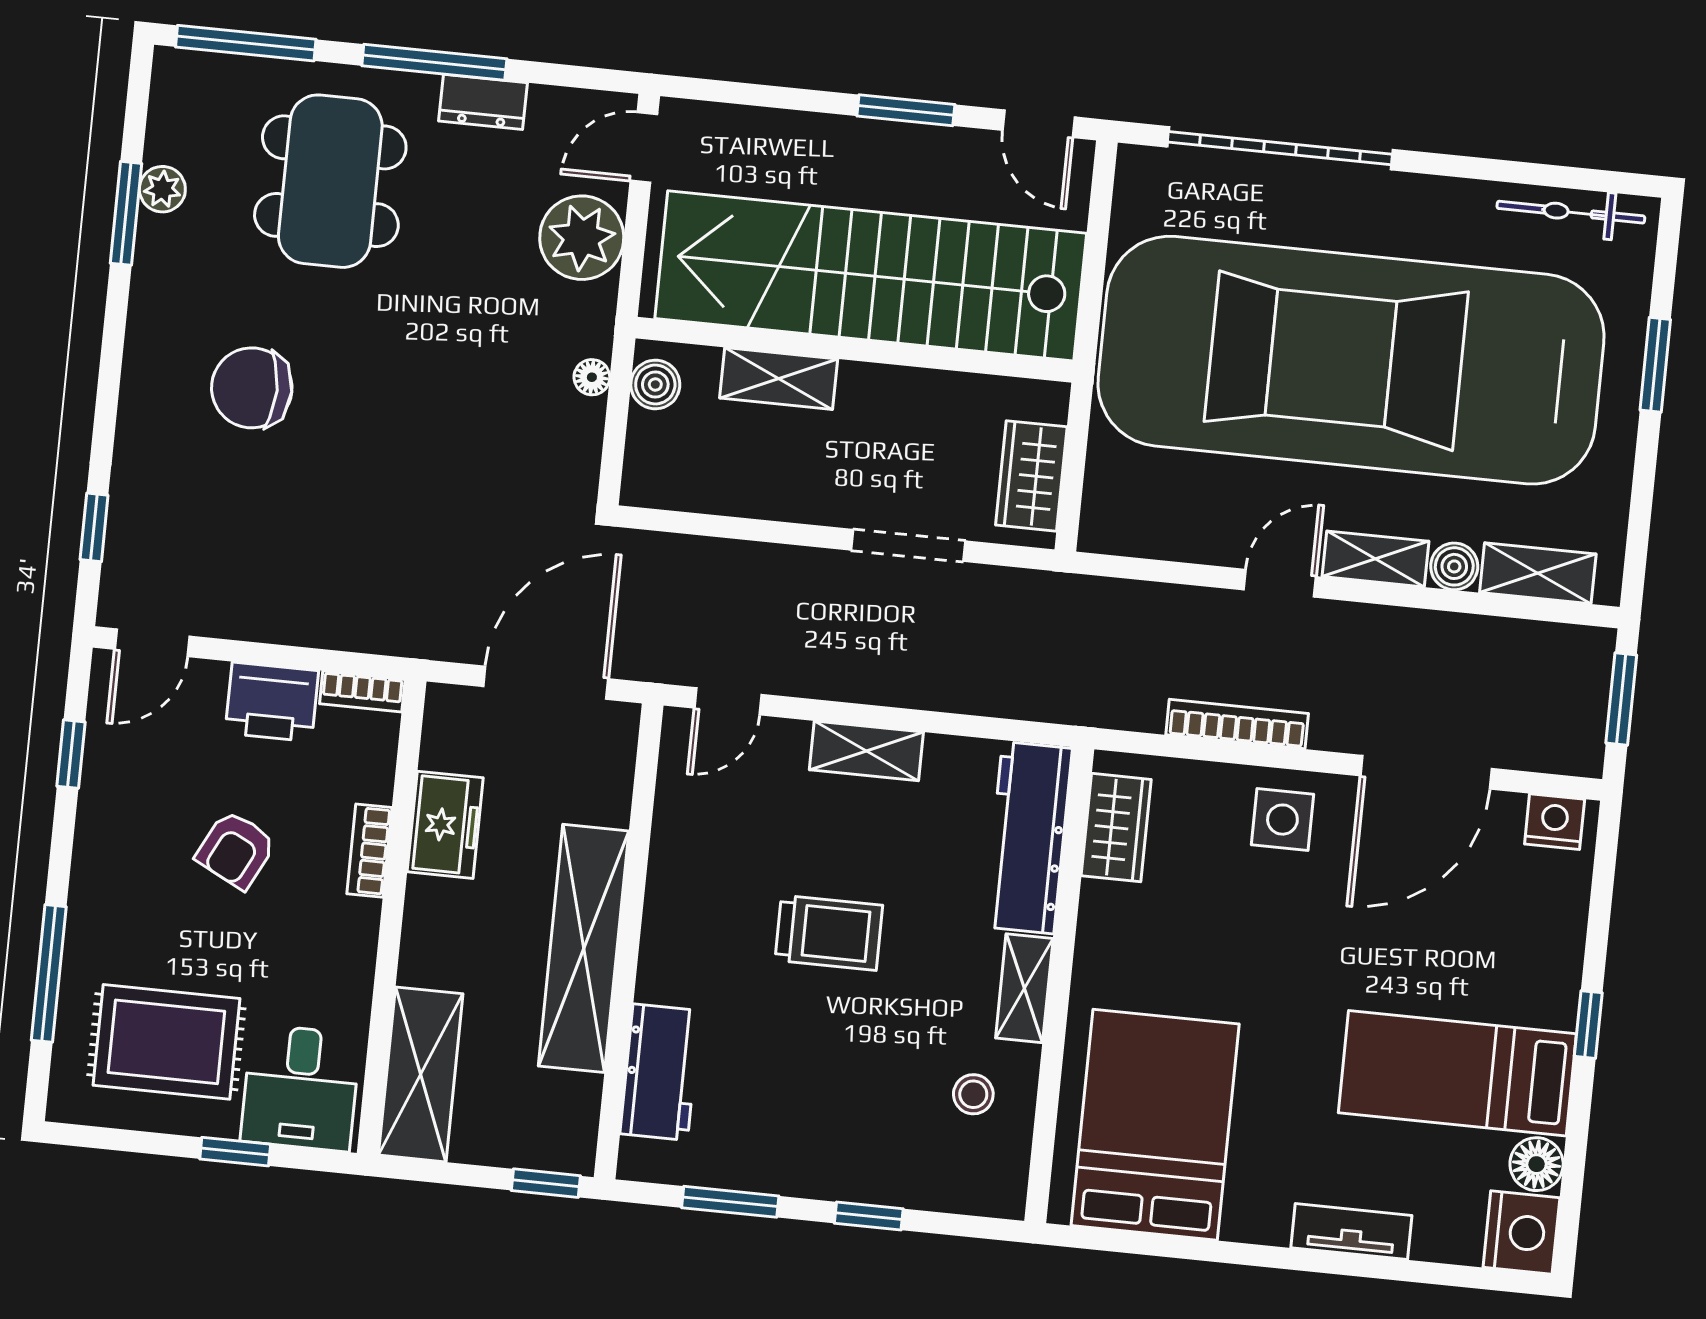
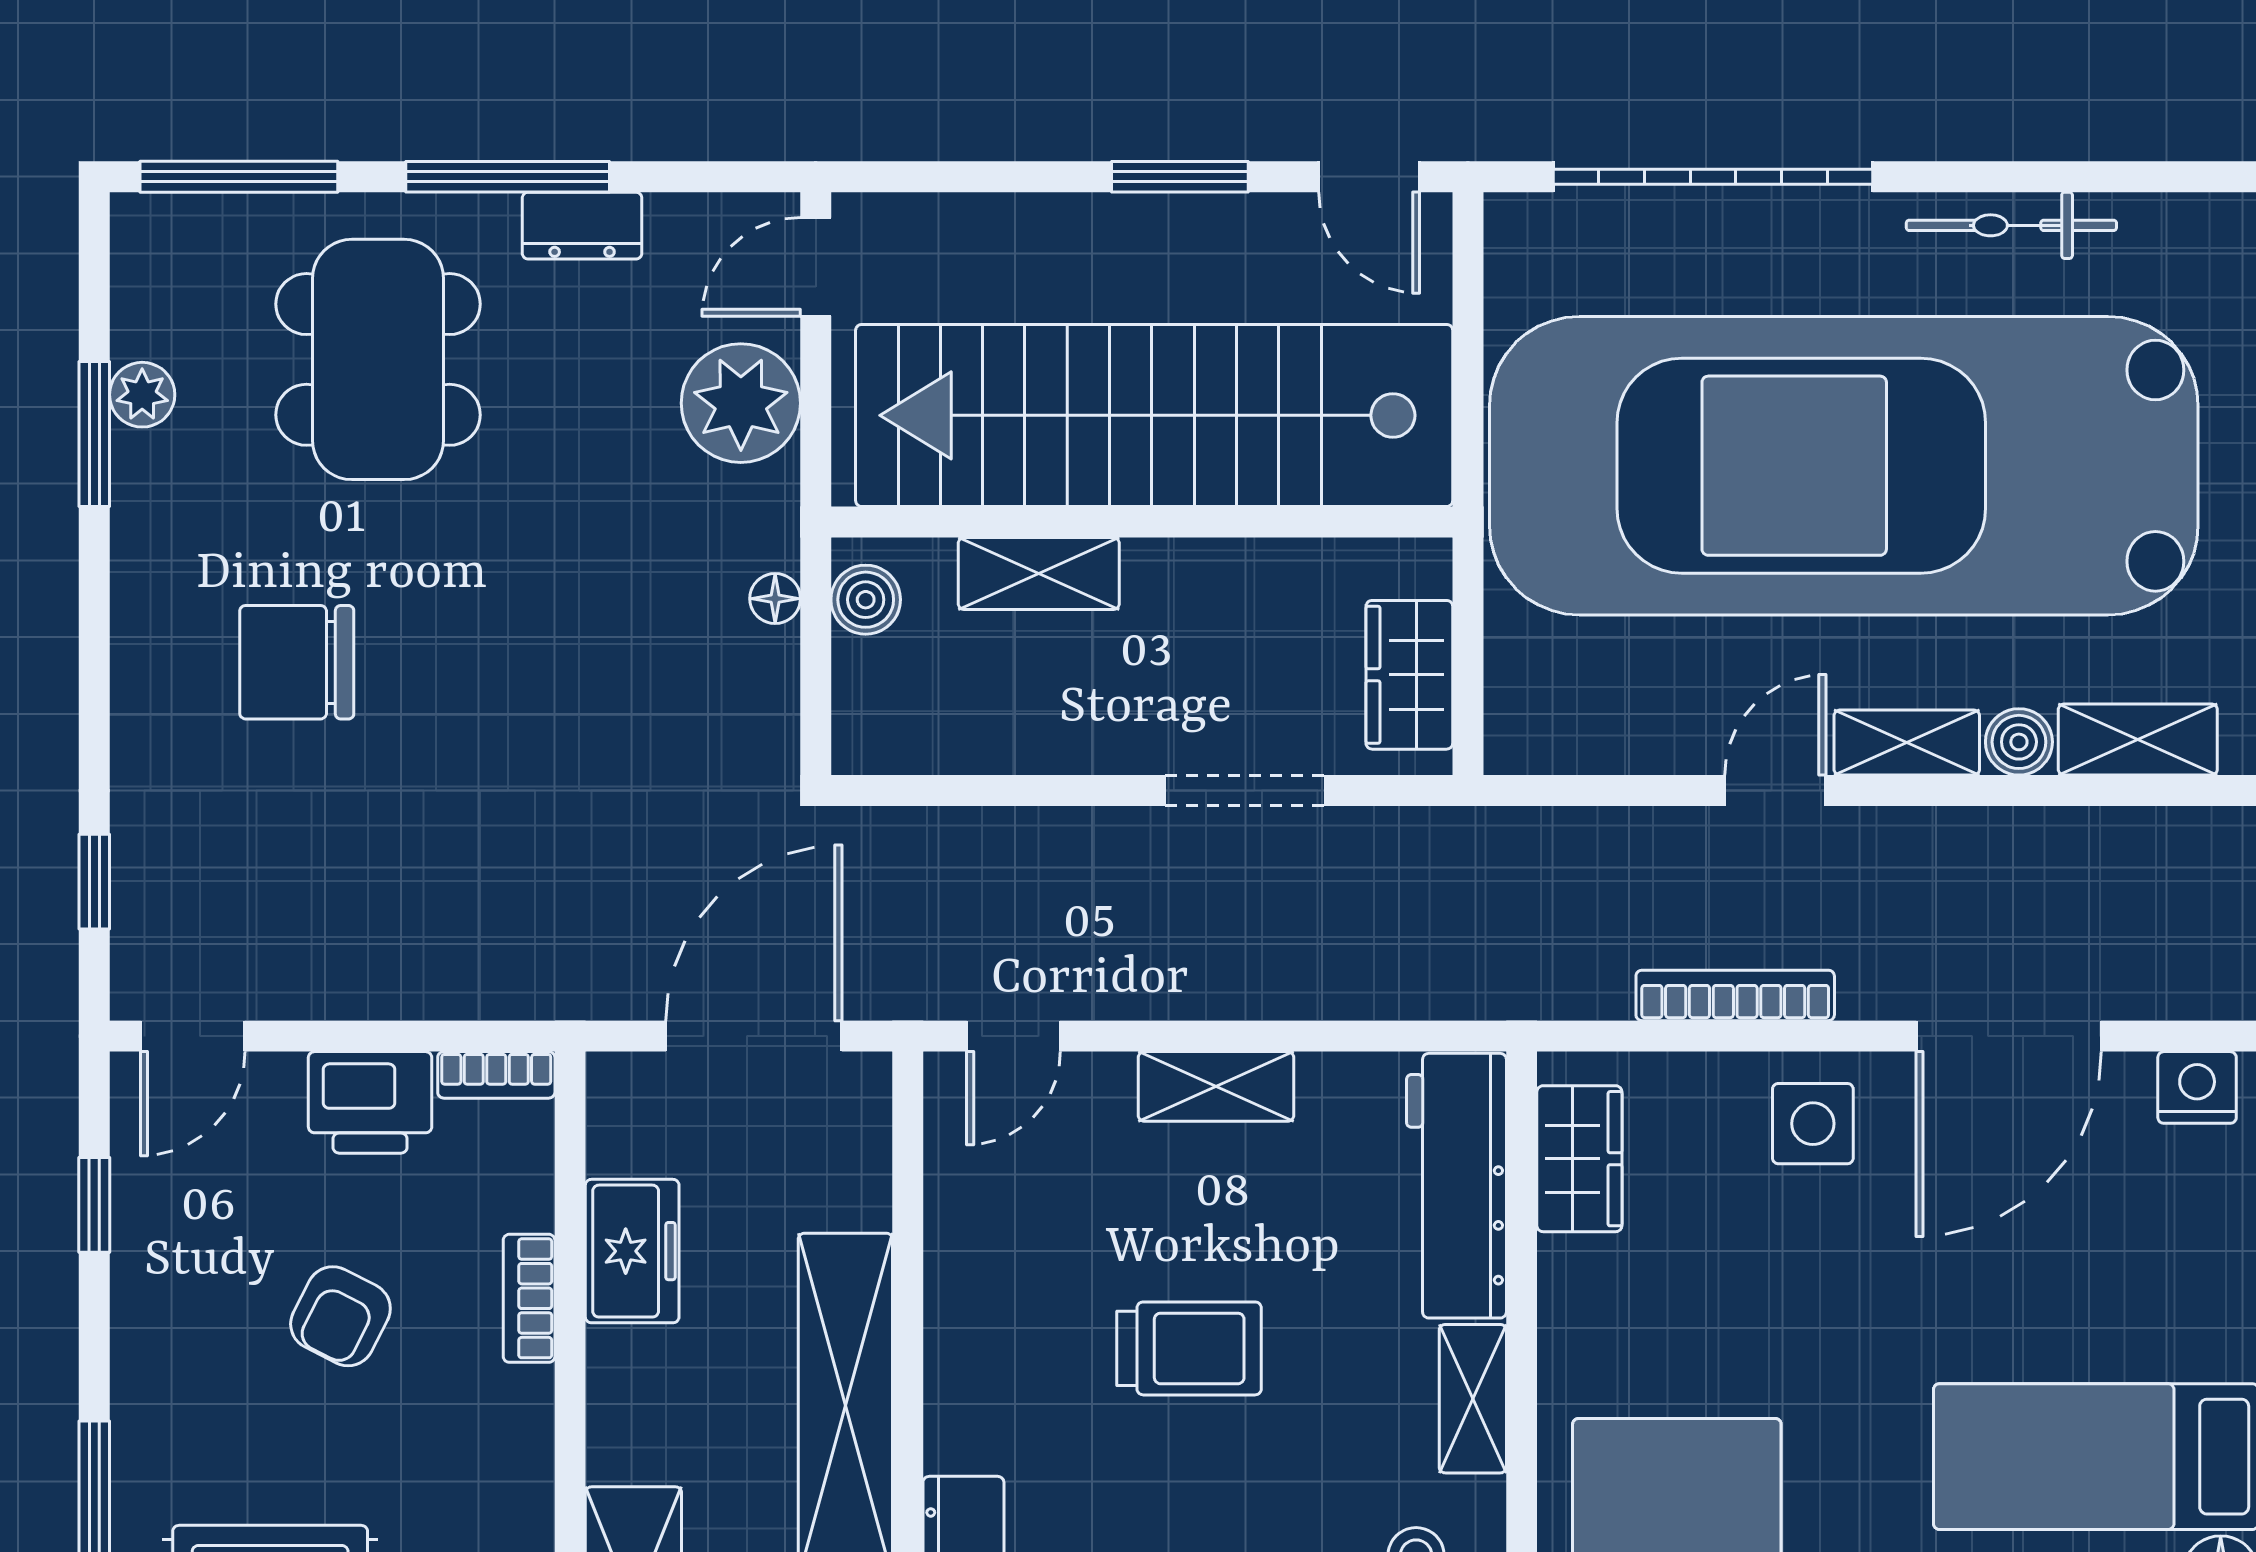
bicycle: (1571, 212) -> (2011, 225), moved

